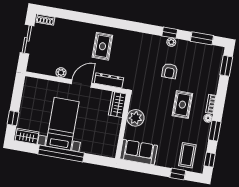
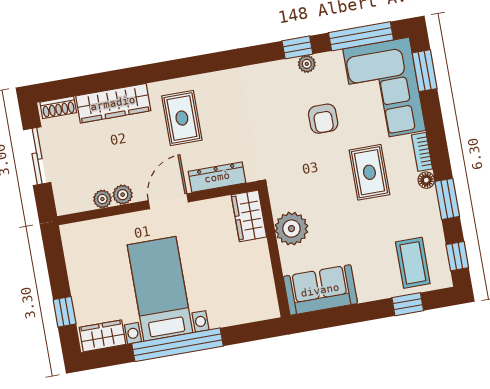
wardrobe: (72, 27) -> (113, 103), added
window: (202, 38) -> (361, 36), width x1.44
corner sofa: (204, 68) -> (384, 90), added
plant: (51, 71) -> (102, 199), added

